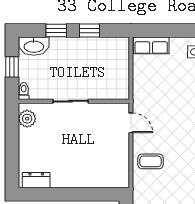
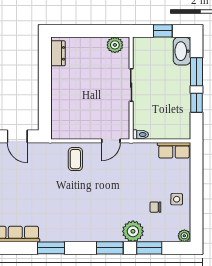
window: (56, 30) -> (196, 72), width x1.50
row of seats: (151, 45) -> (174, 150), moved, turned -90
toilet: (24, 91) -> (140, 135), moved

